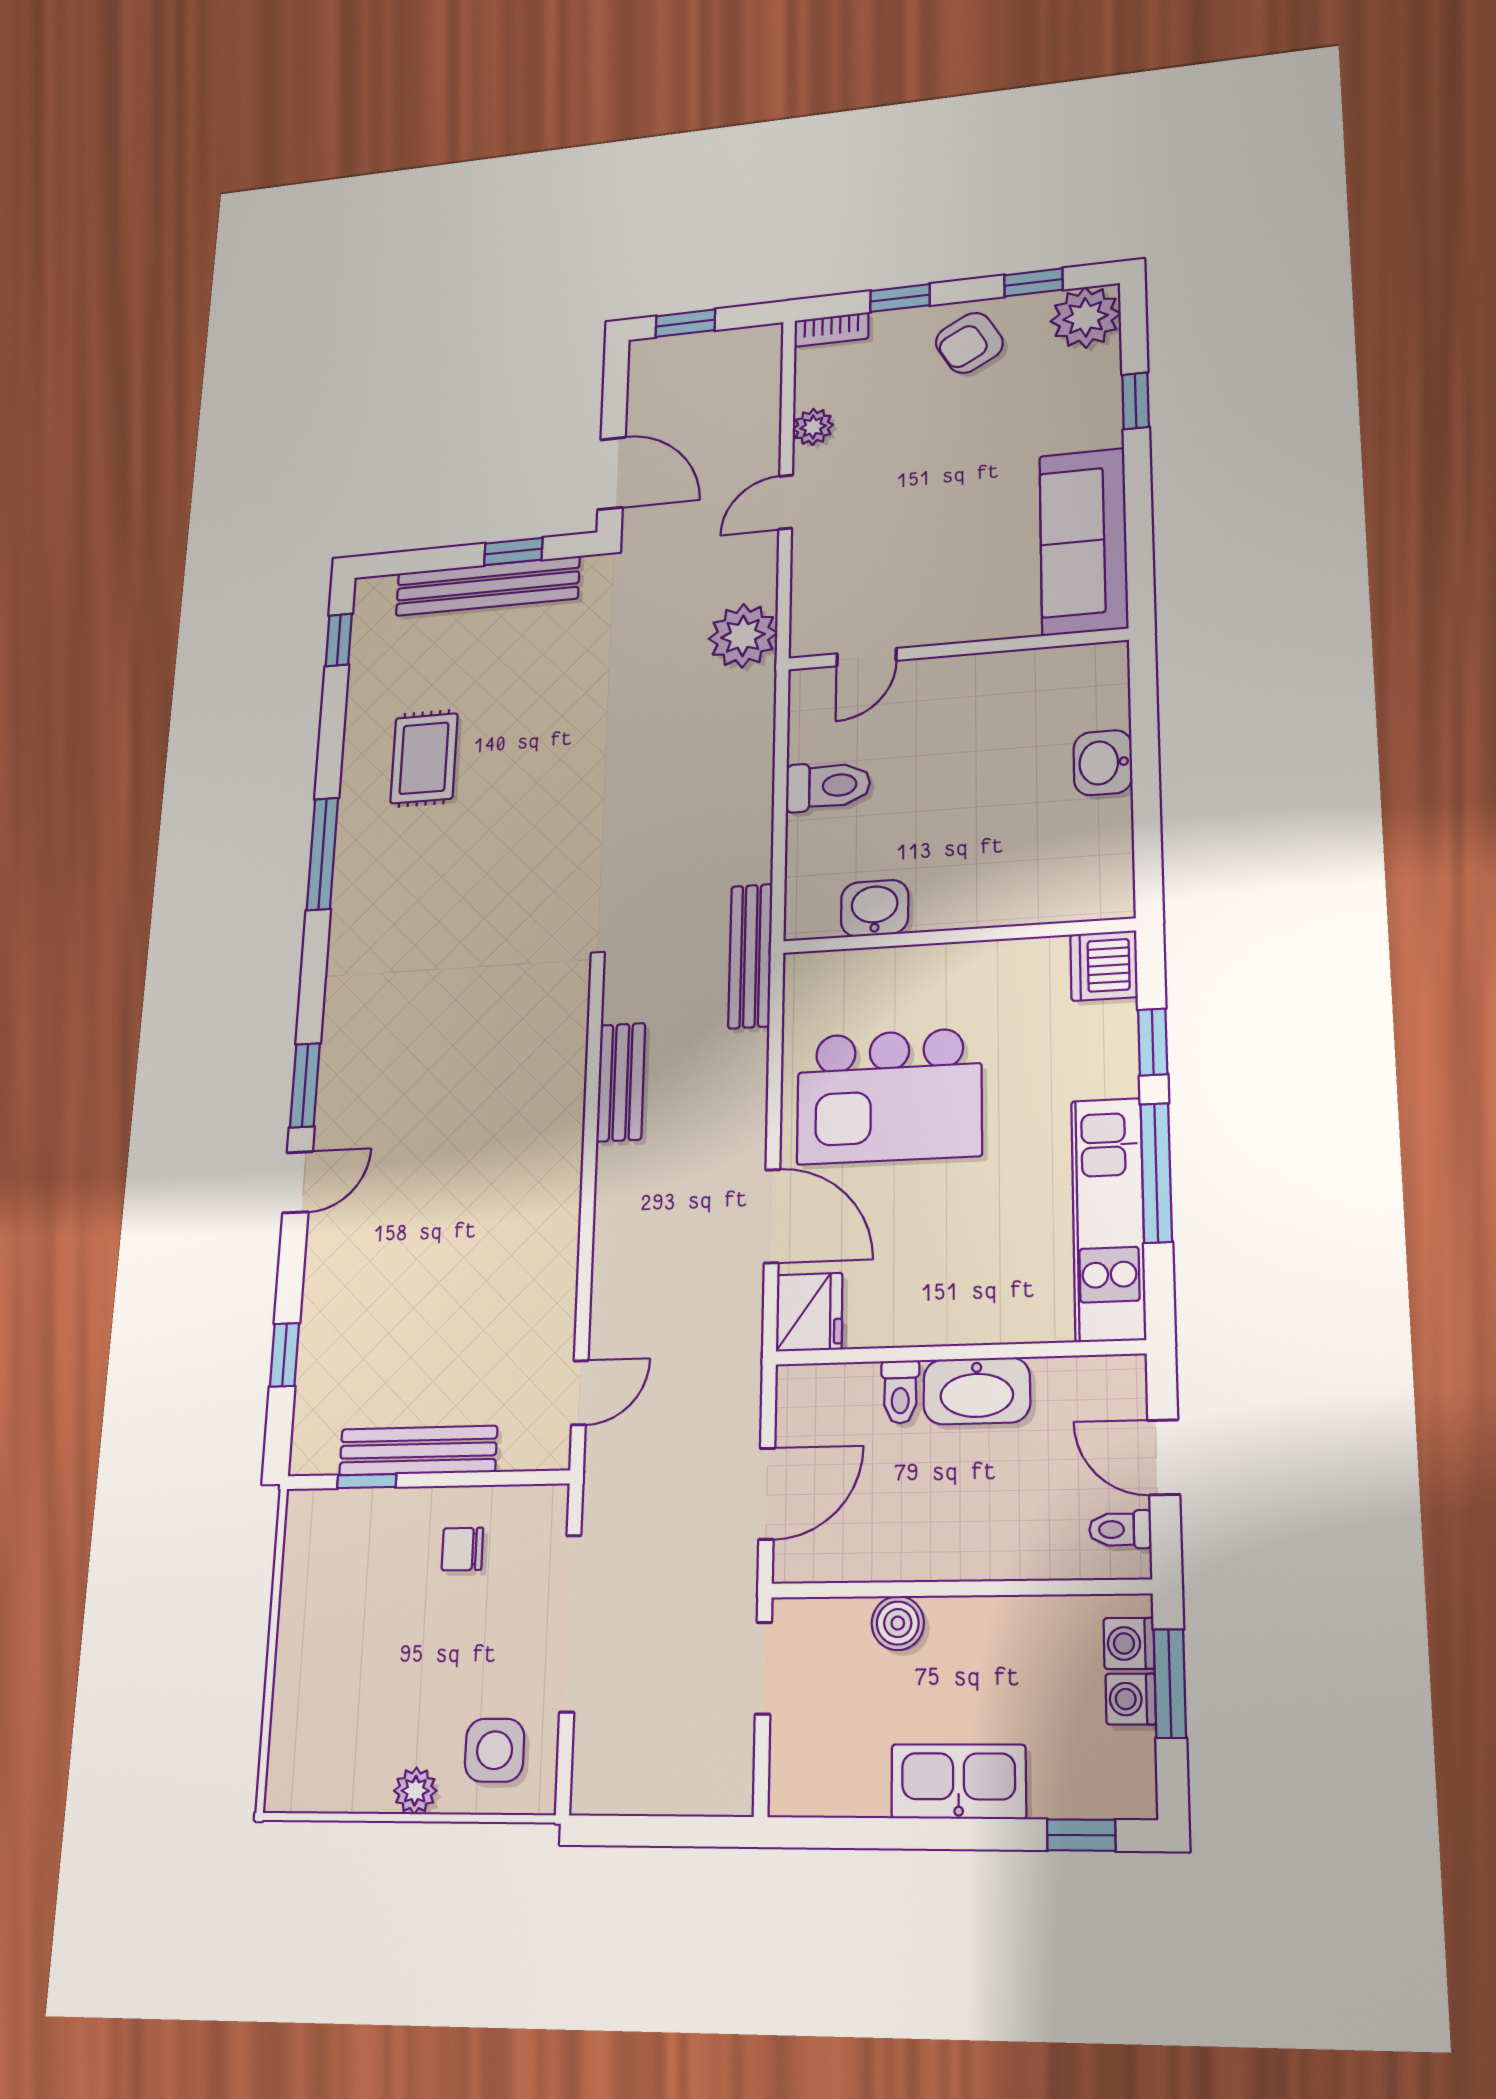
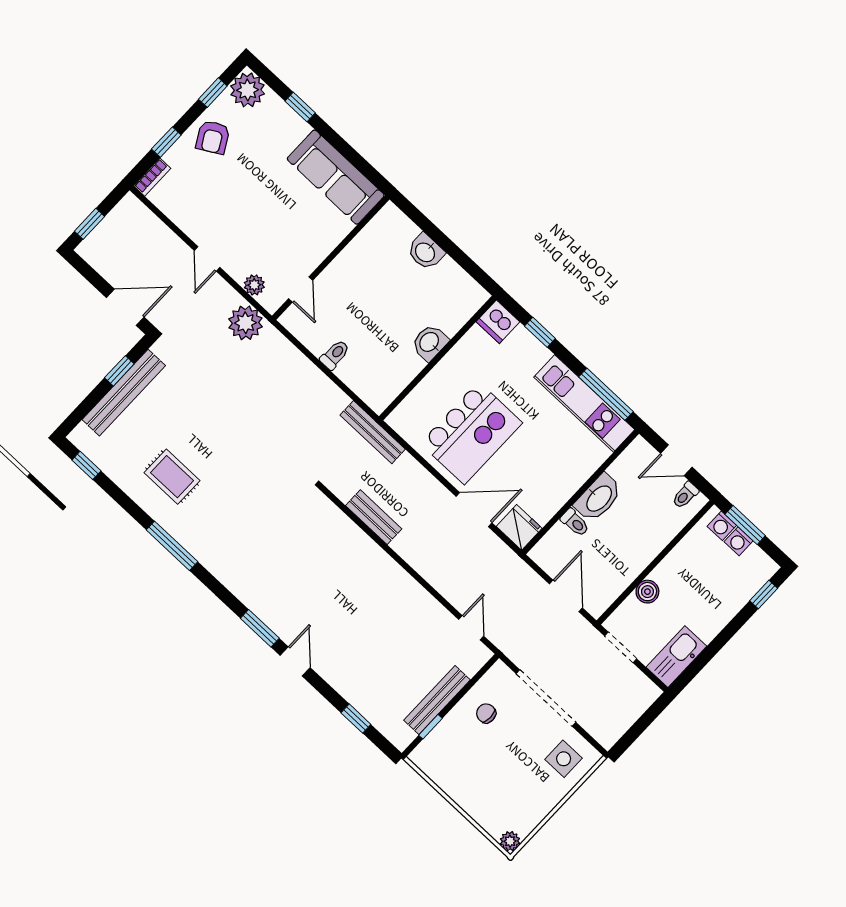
plant: (813, 427) -> (254, 285), moved
toilet: (828, 786) -> (335, 355), width x0.73, depth x0.72
washbasin: (875, 908) -> (430, 342), moved
window: (1156, 1173) -> (606, 394), moved
chair: (462, 1549) -> (486, 713), turned 90
kitchen sink: (959, 1781) -> (676, 657), moved
plant: (415, 1791) -> (510, 841), moved

